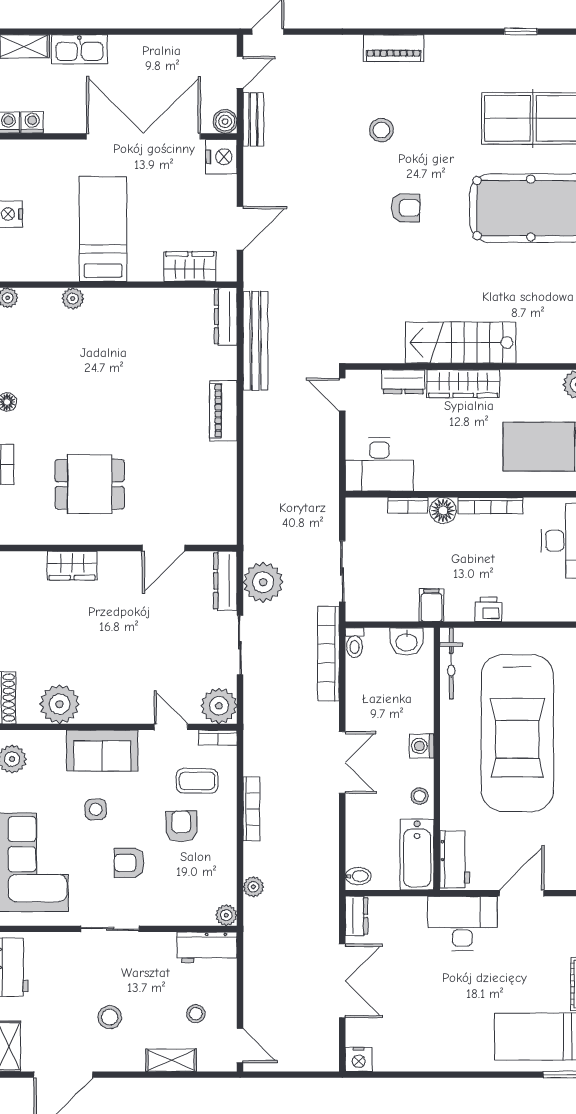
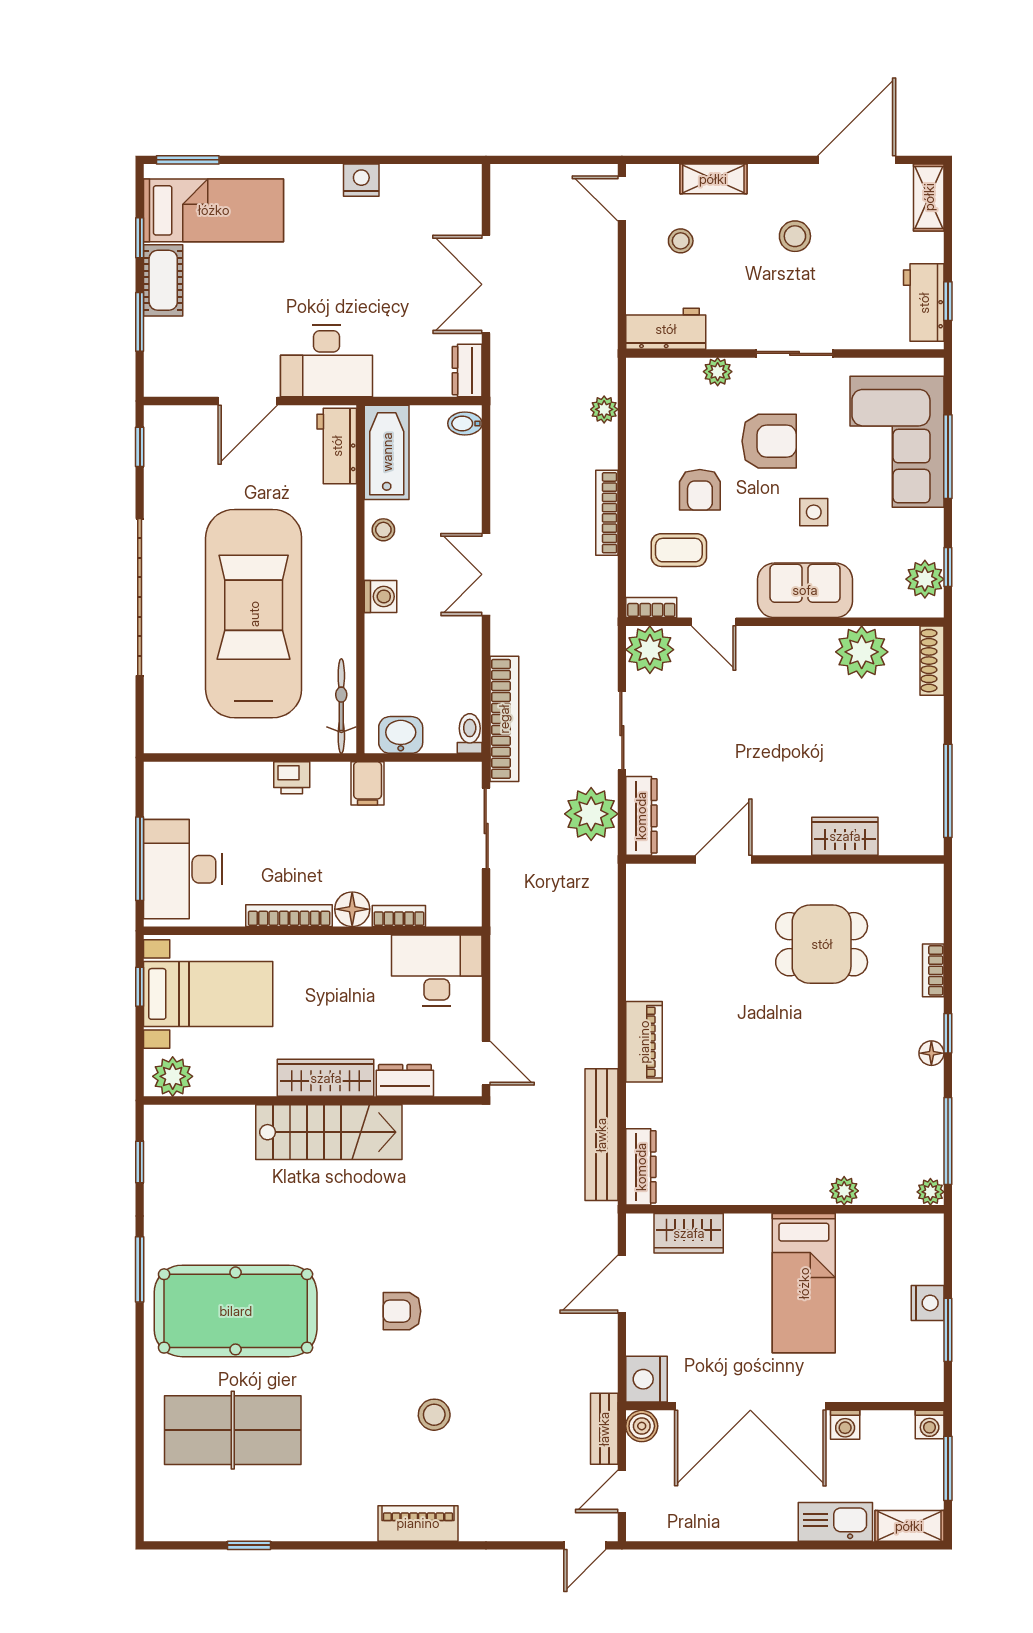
washing machine: (32, 122) -> (845, 1425), moved
armchair: (129, 863) -> (769, 441), width x1.38, depth x1.38
plant: (226, 915) -> (718, 372), moved
nightstand: (359, 1059) -> (361, 180), moved

